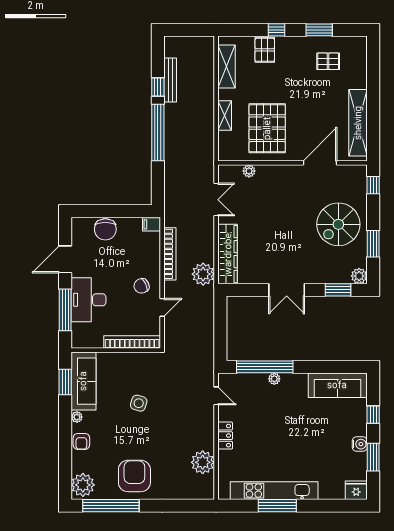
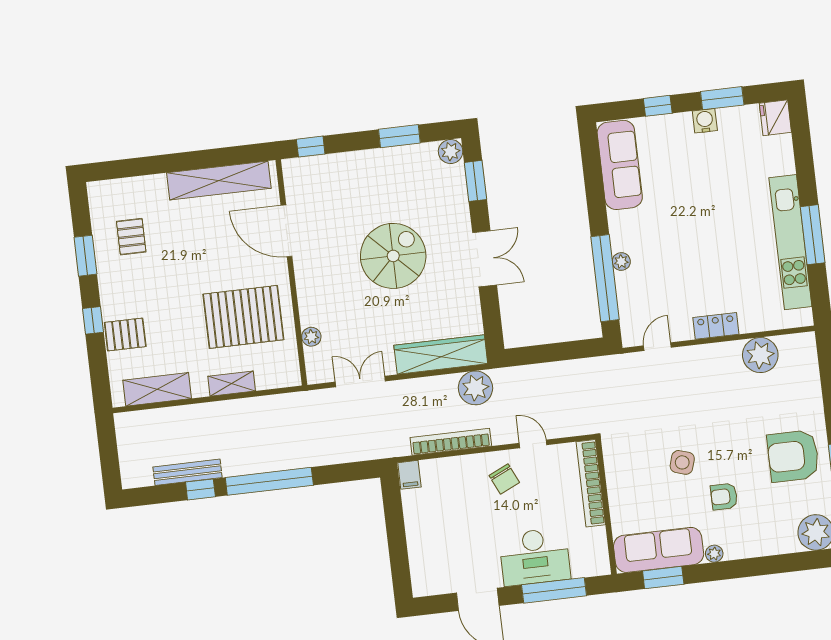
spiral stairs: (338, 224) -> (393, 256), moved, turned -90
chair: (105, 229) -> (425, 544), removed
armchair: (81, 441) -> (724, 497), moved, turned 180

